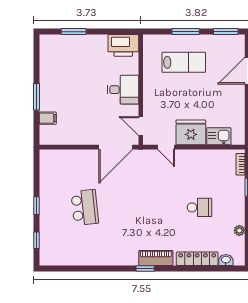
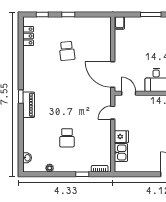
filing cabinet: (48, 118) -> (120, 23), moved
door: (141, 126) -> (129, 93), hinge flipped
fridge: (191, 132) -> (121, 137), width x0.53, depth x0.75
school desk: (85, 207) -> (67, 51), width x0.54
locker: (197, 259) -> (28, 36), moved, width x0.66

